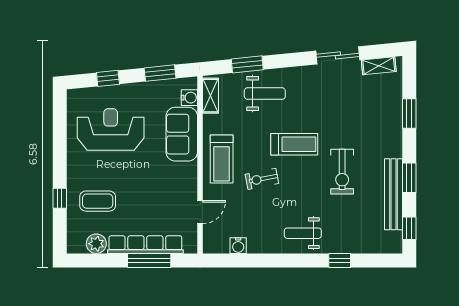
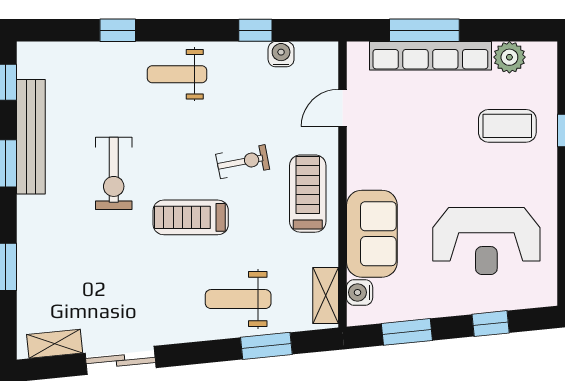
exercise bike: (342, 172) -> (114, 173), turned 180
weight bench: (303, 233) -> (177, 74), turned 180
window: (254, 261) -> (255, 30), added

